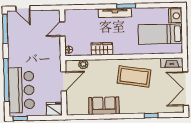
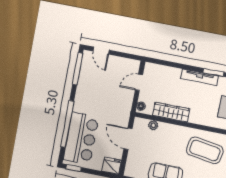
wardrobe: (102, 49) -> (171, 112), width x1.50
door: (64, 81) -> (128, 139), swing flipped

